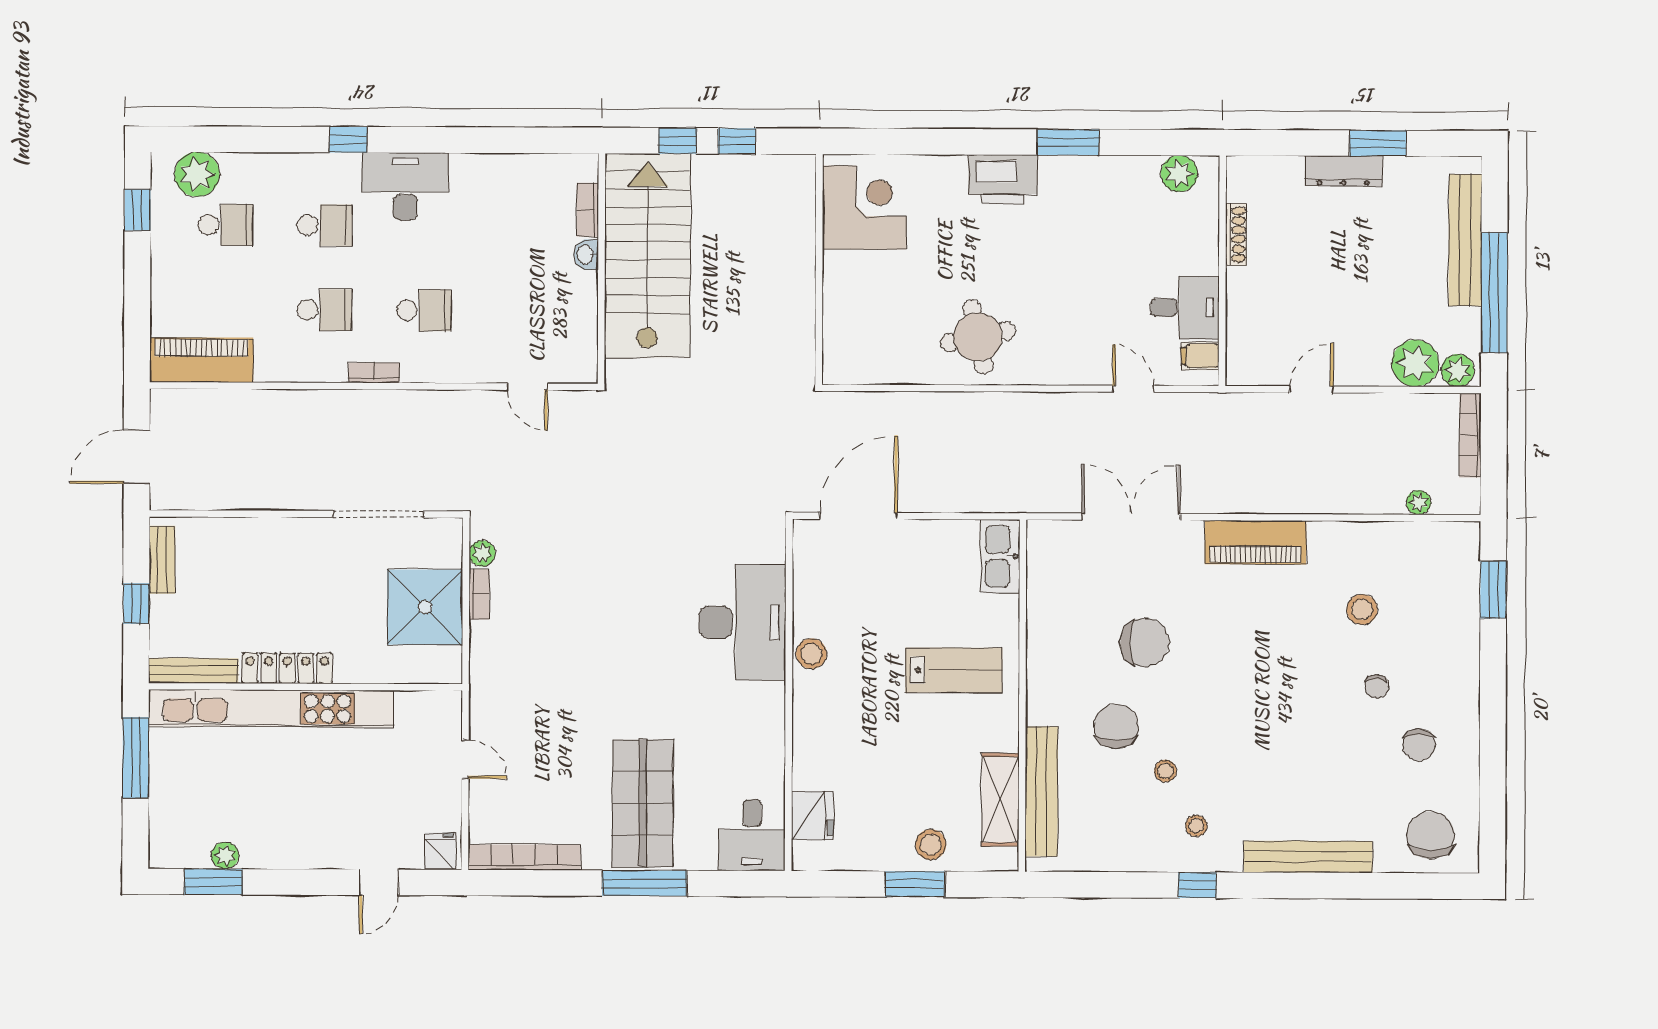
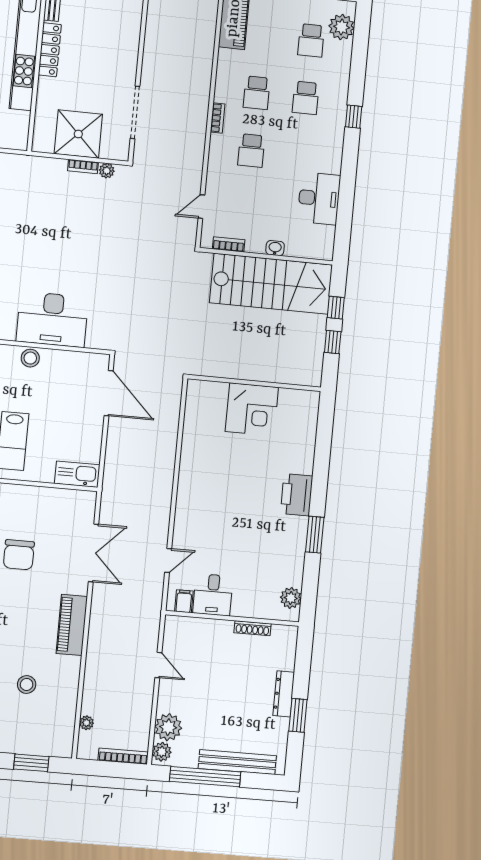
desk: (405, 186) -> (319, 198), moved
corner desk: (864, 208) -> (252, 409), moved
bookcase: (588, 210) -> (229, 244), moved
round table: (978, 337) -> (207, 472), removed

